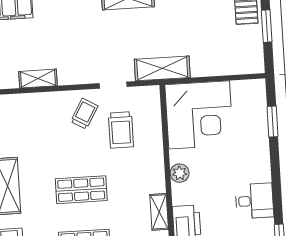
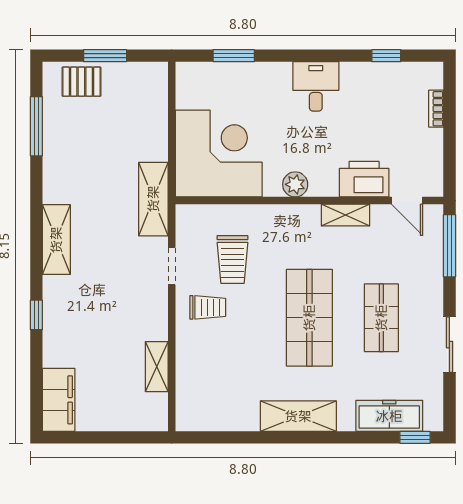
trolley: (84, 114) -> (208, 307), turned 150
trolley: (121, 130) -> (232, 260), turned 90
shop shelf: (81, 190) -> (309, 318), width x1.43, depth x1.36
desk: (254, 201) -> (316, 86), moved

